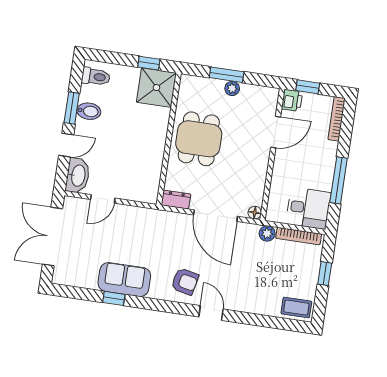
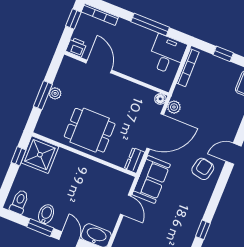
window: (308, 87) -> (73, 19), moved
door: (103, 199) -> (126, 205), moved
plant: (267, 233) -> (174, 107), moved
sofa: (124, 280) -> (151, 179), moved, turned 180

